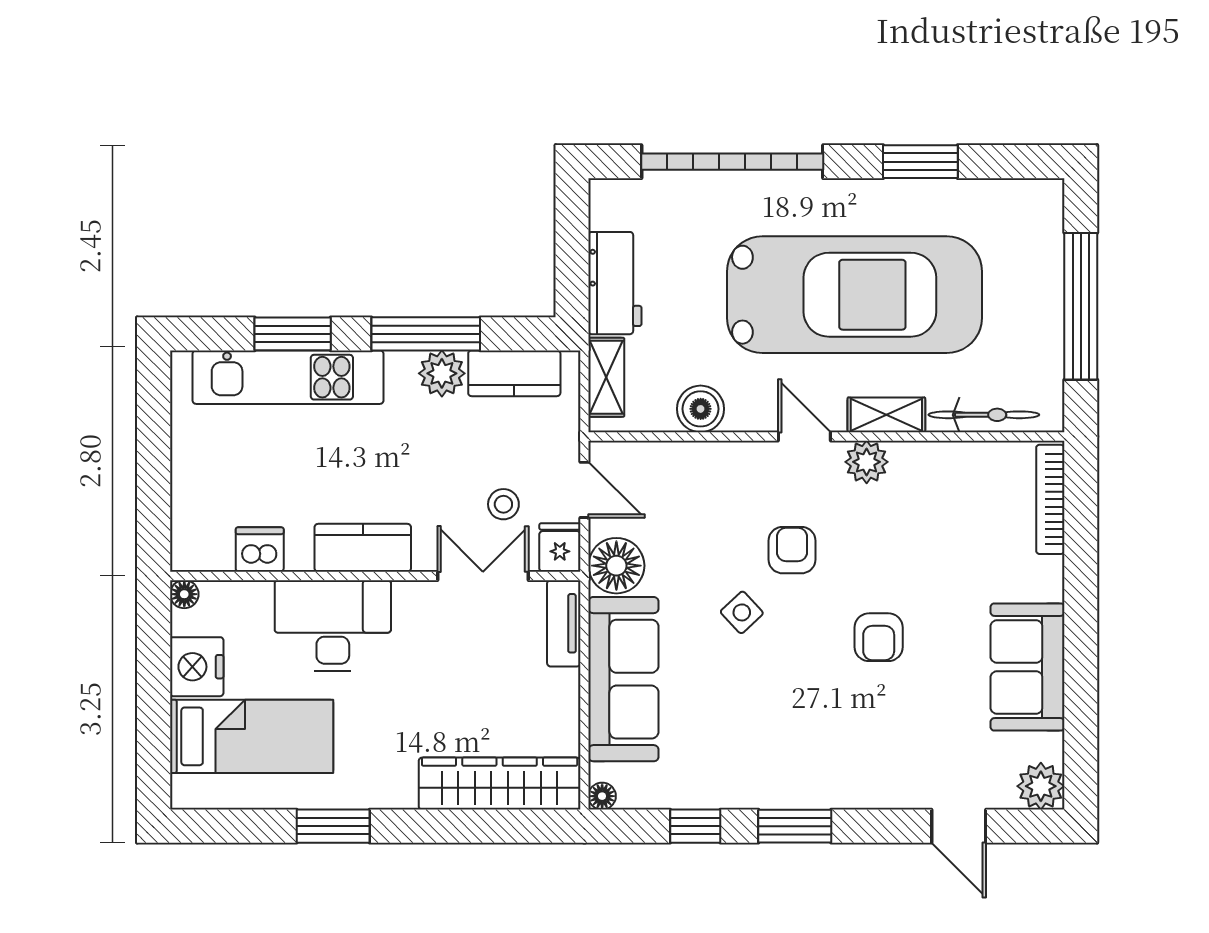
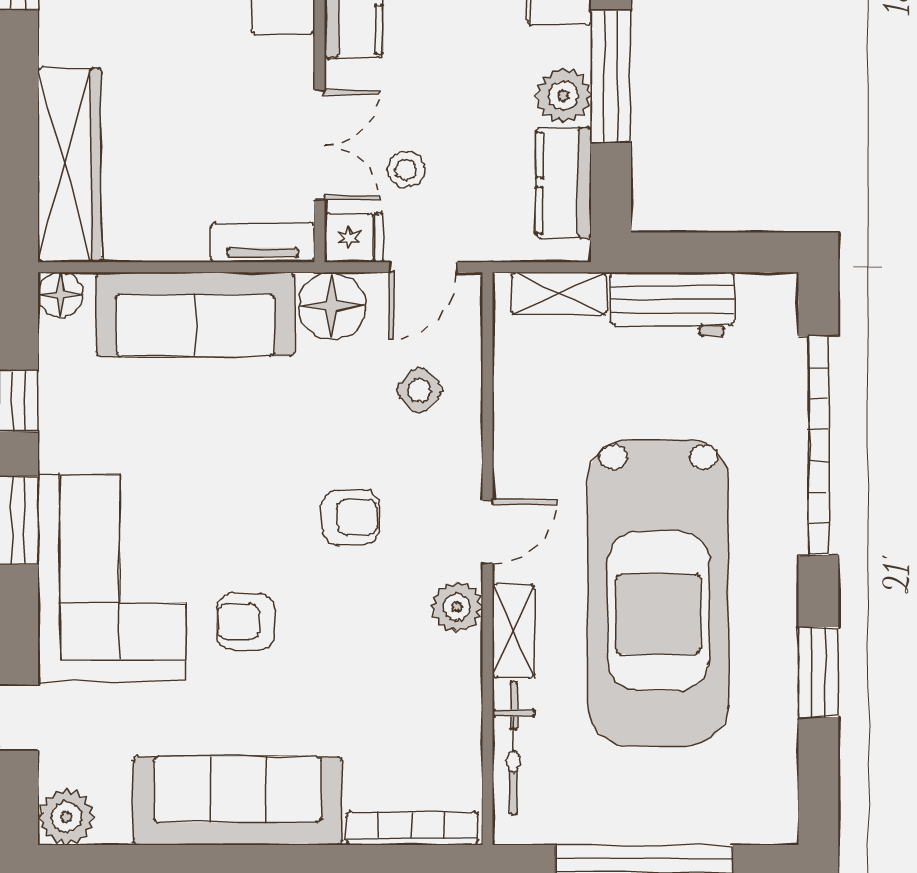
boiler: (701, 409) -> (521, 407), removed
side table: (742, 612) -> (419, 390), moved
sofa: (1027, 667) -> (238, 801), width x1.36
corner sofa: (842, 748) -> (112, 578), added
floor lamp: (602, 796) -> (60, 295), width x1.37, depth x1.37

